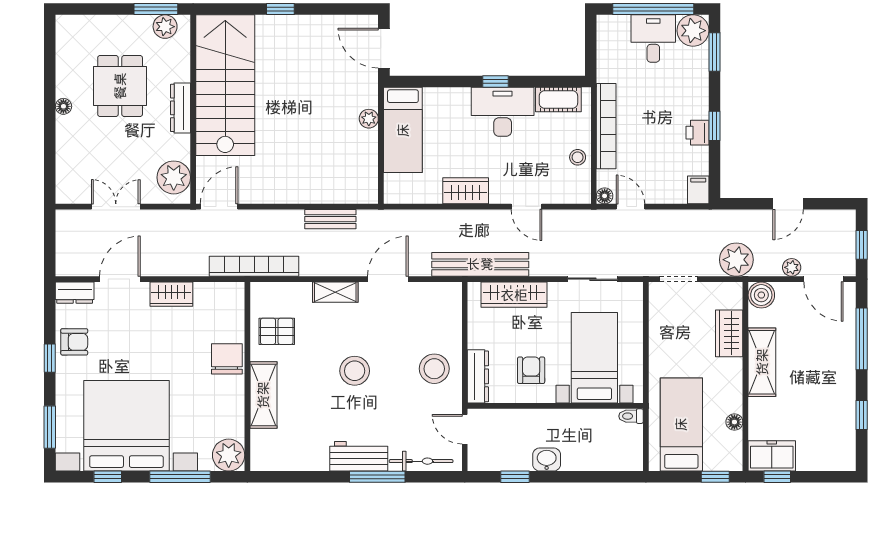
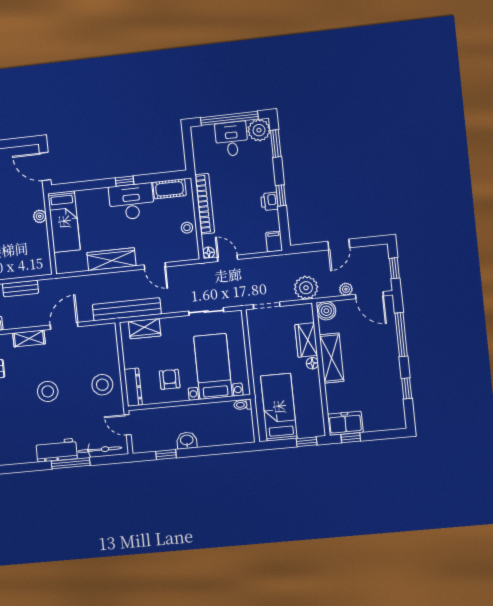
wardrobe: (466, 191) -> (111, 259), width x1.50
wardrobe: (514, 295) -> (145, 329), width x0.67
floor lamp: (734, 422) -> (312, 363), moved

